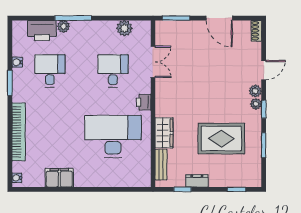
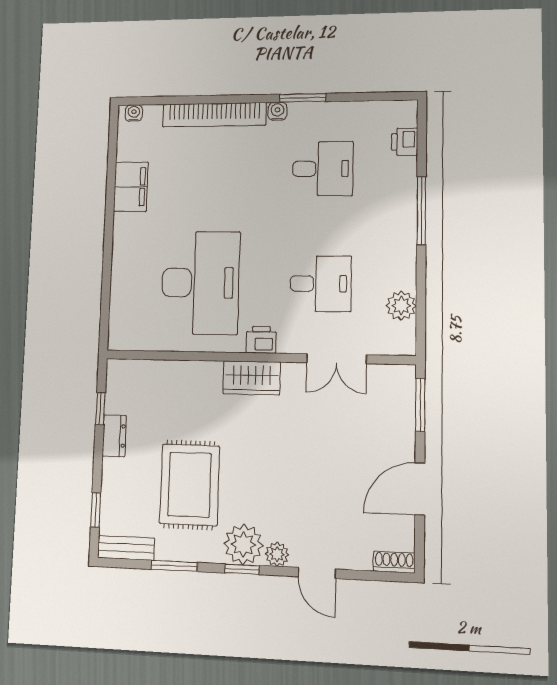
plant: (63, 26) -> (406, 193), removed
printer: (42, 30) -> (405, 142), width x0.53, depth x0.68
water cooler: (17, 62) -> (277, 111), moved
plant: (256, 104) -> (243, 544), width x1.87, depth x1.87
wardrobe: (164, 133) -> (252, 378), moved
bench: (161, 165) -> (126, 548), moved

